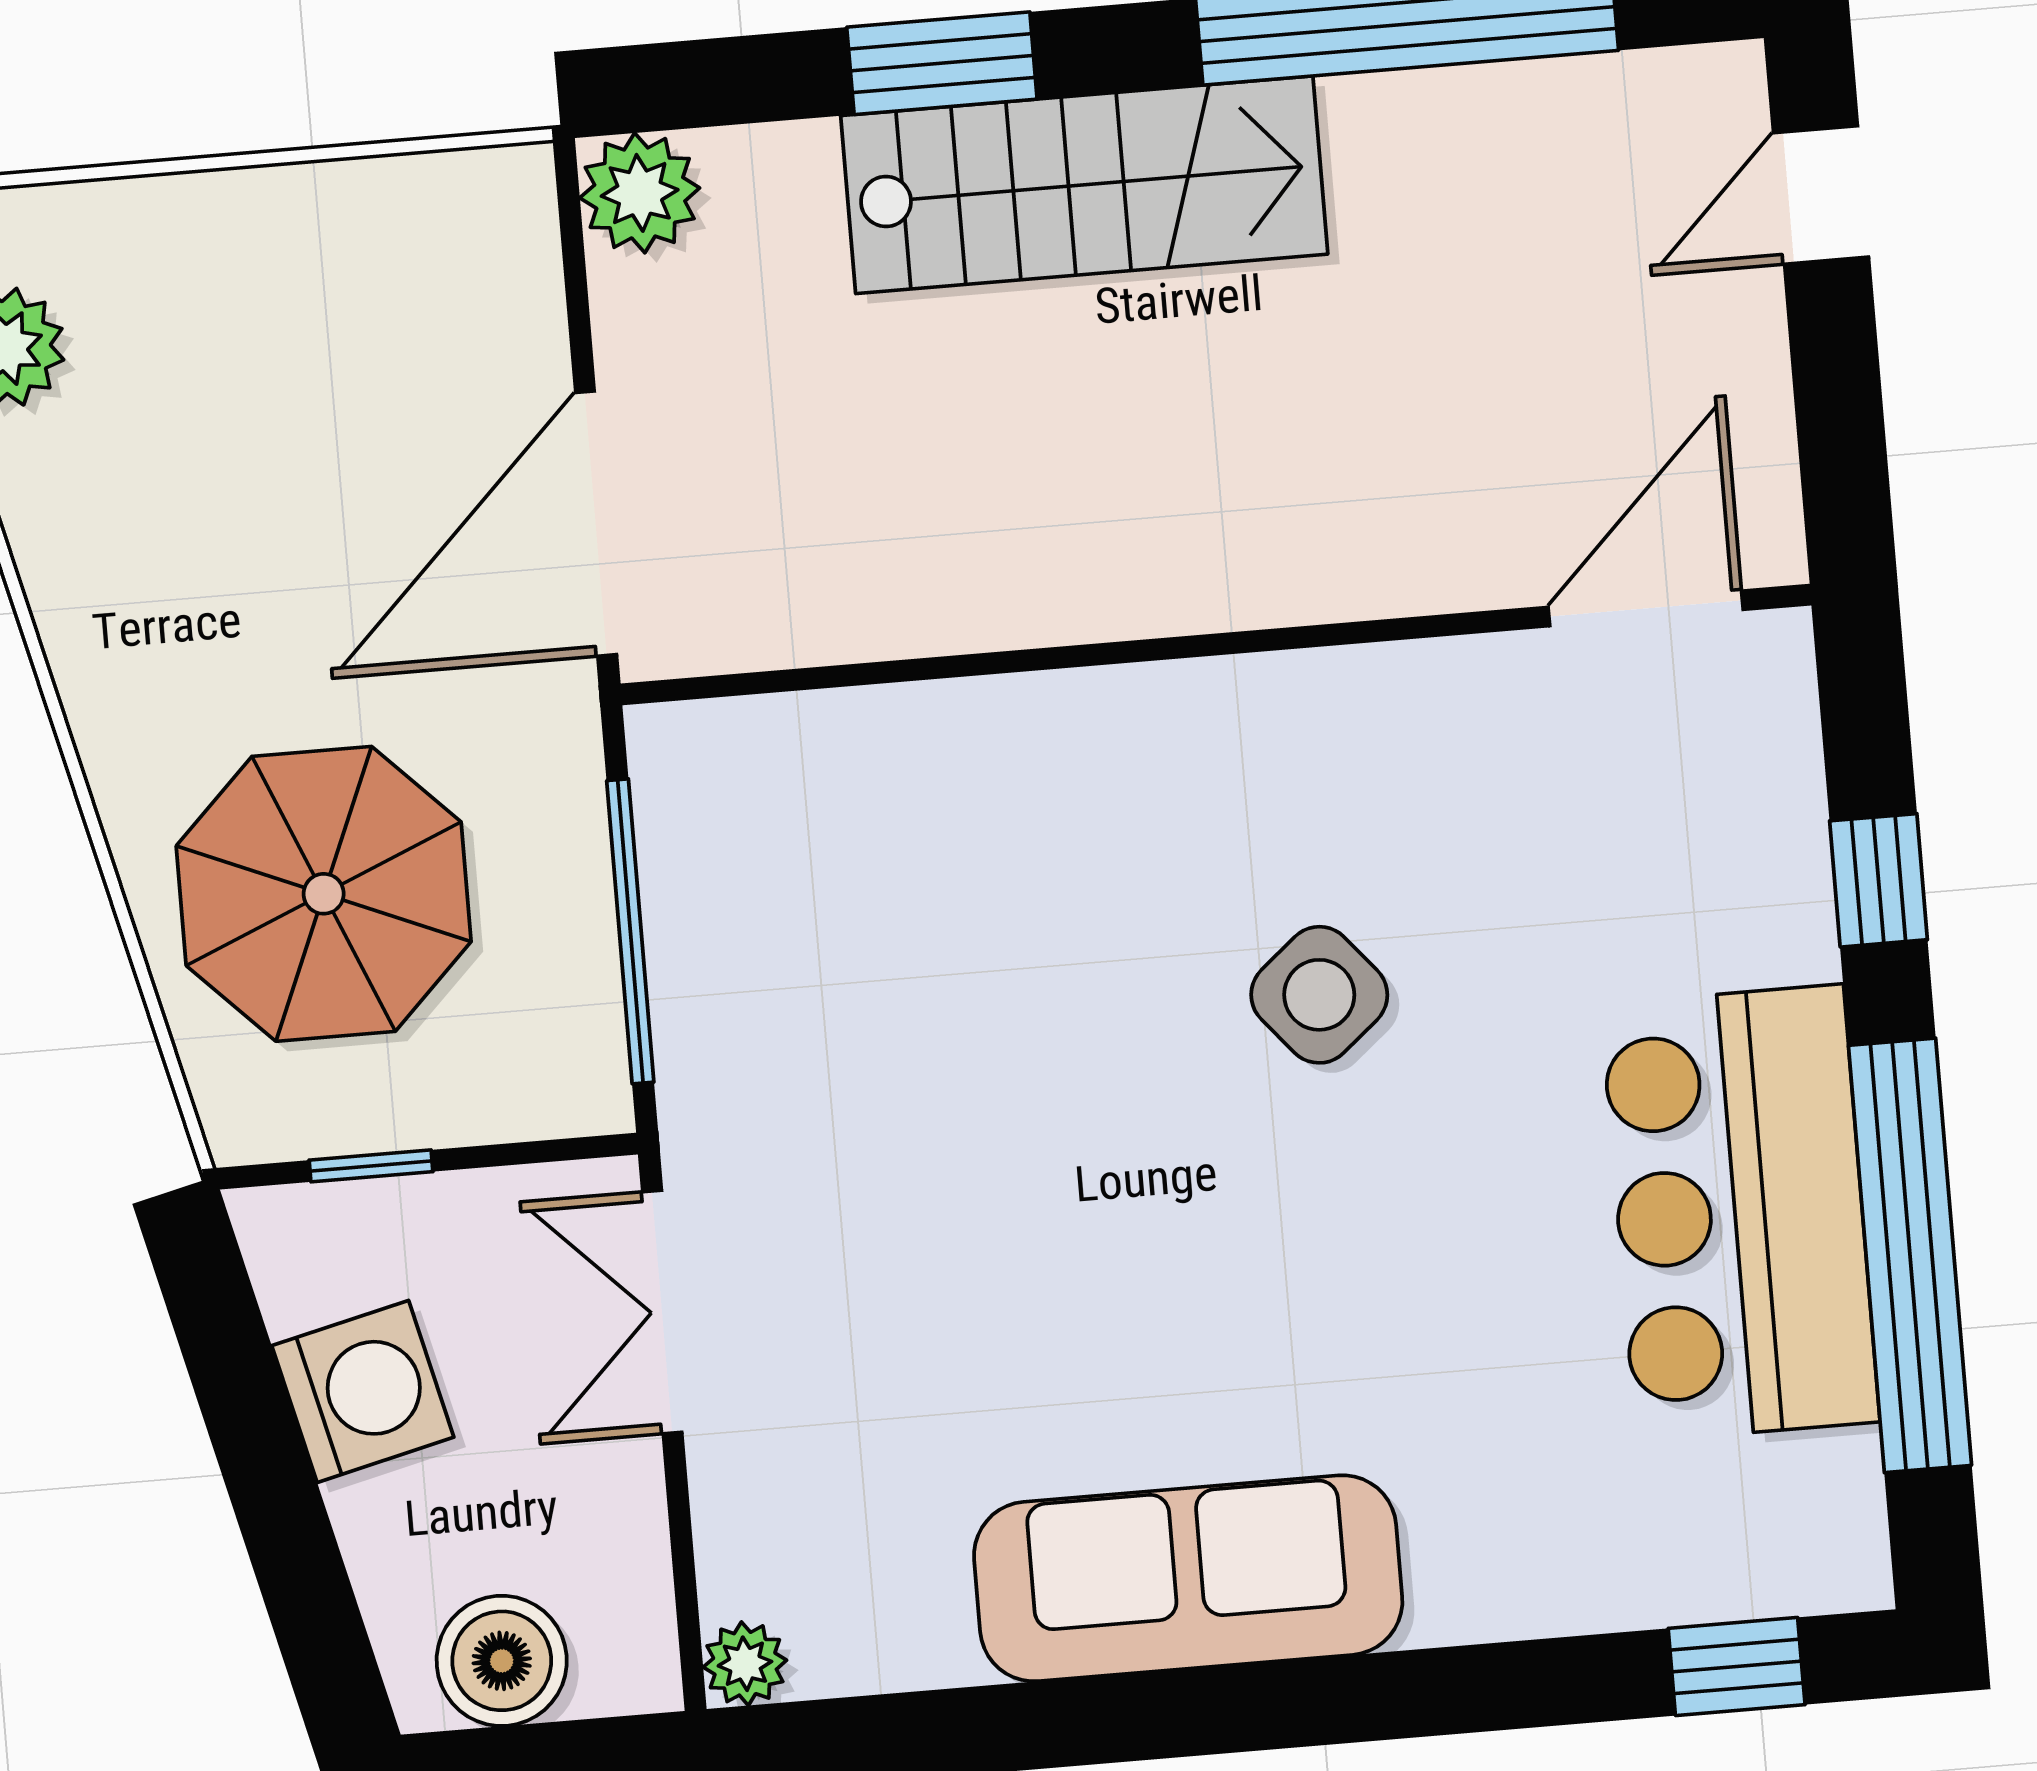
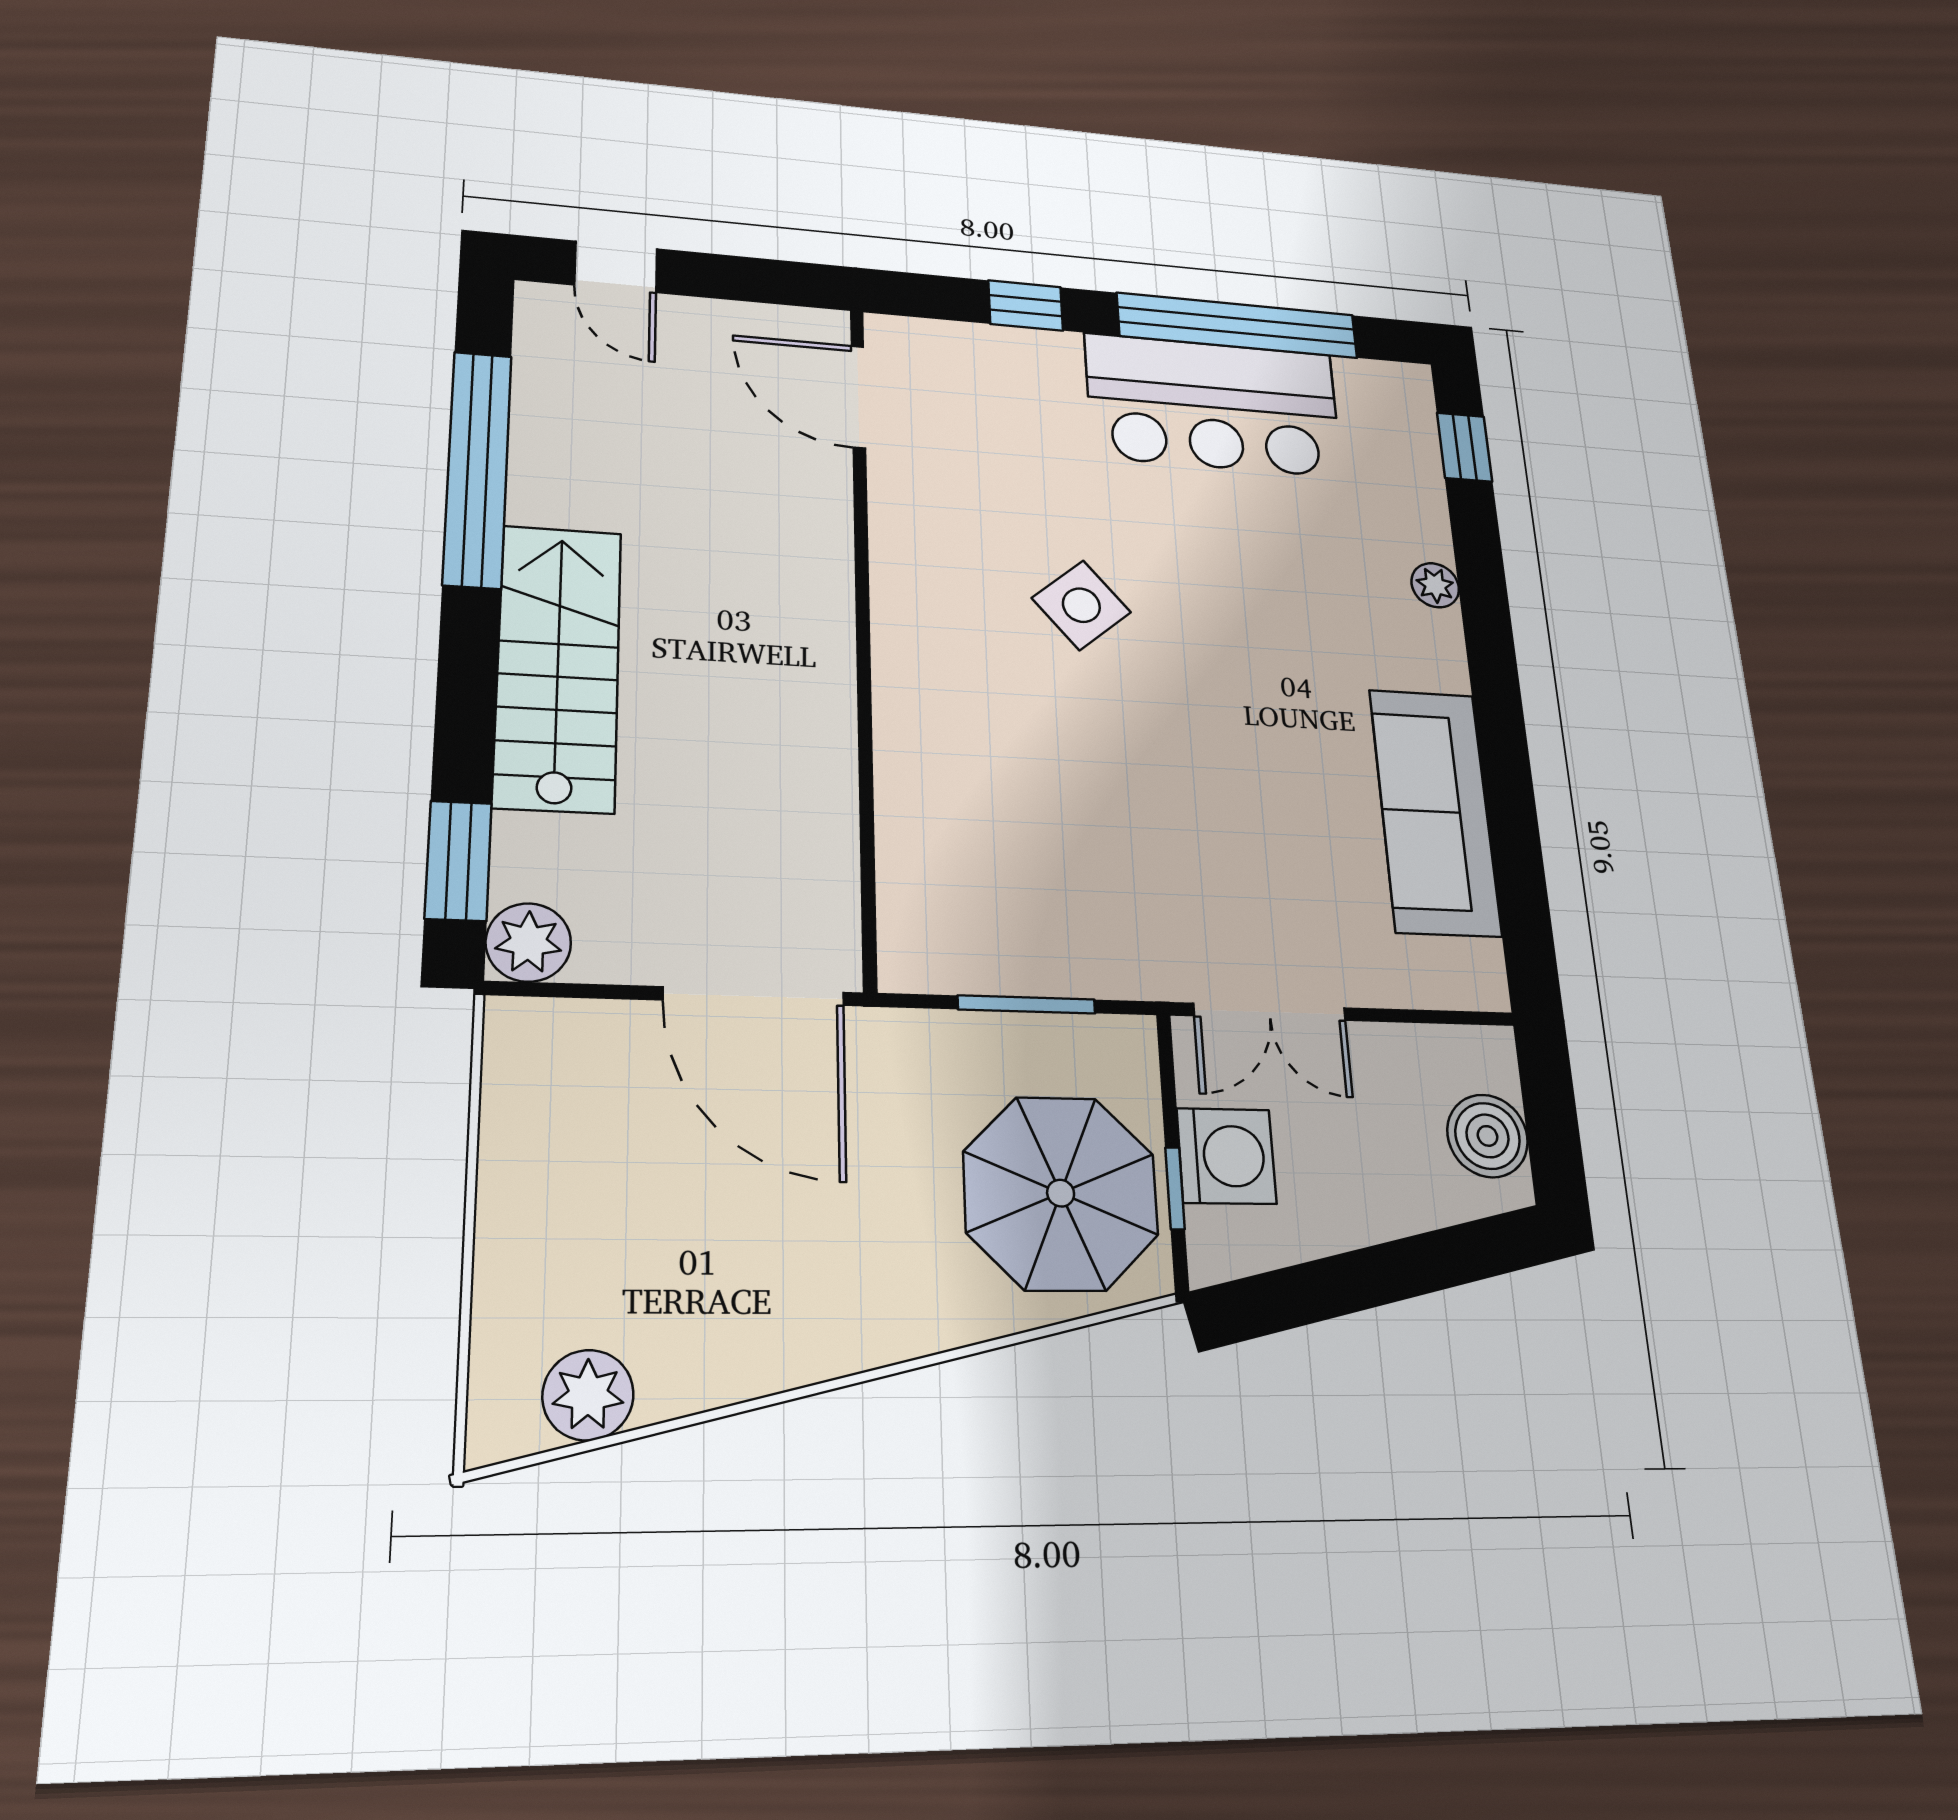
window: (942, 63) -> (458, 861), moved
parasol: (324, 894) -> (1061, 1193), moved
window: (630, 931) -> (1027, 1004), width x0.69
washing machine: (363, 1391) -> (1226, 1156), moved, turned 104
sofa: (1188, 1578) -> (1435, 812), moved
plant: (745, 1664) -> (1435, 585), moved

